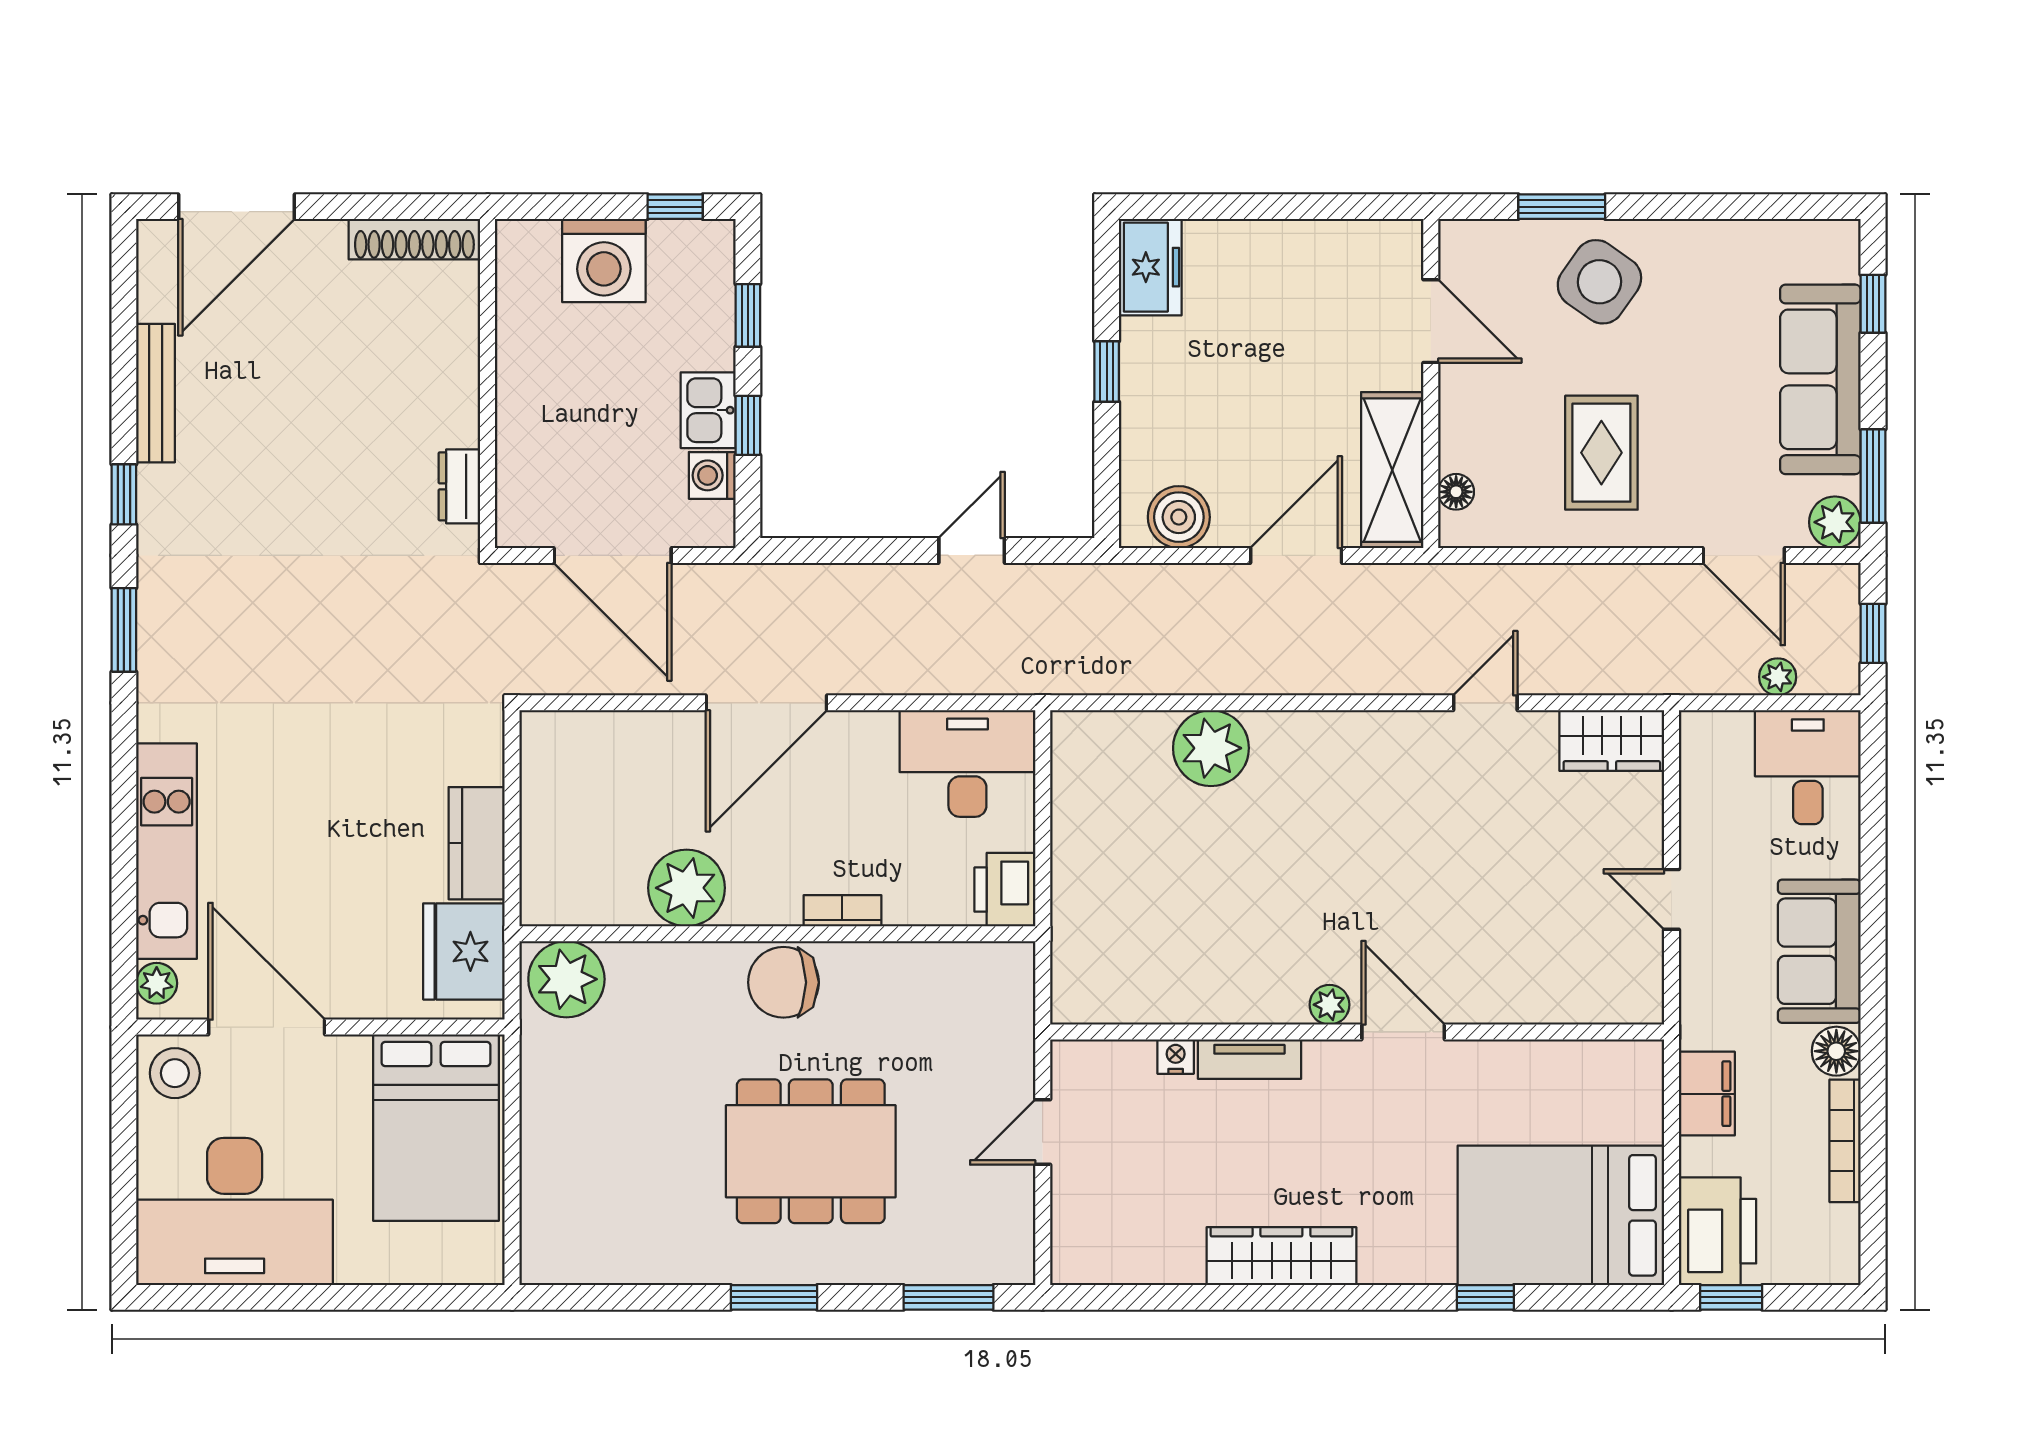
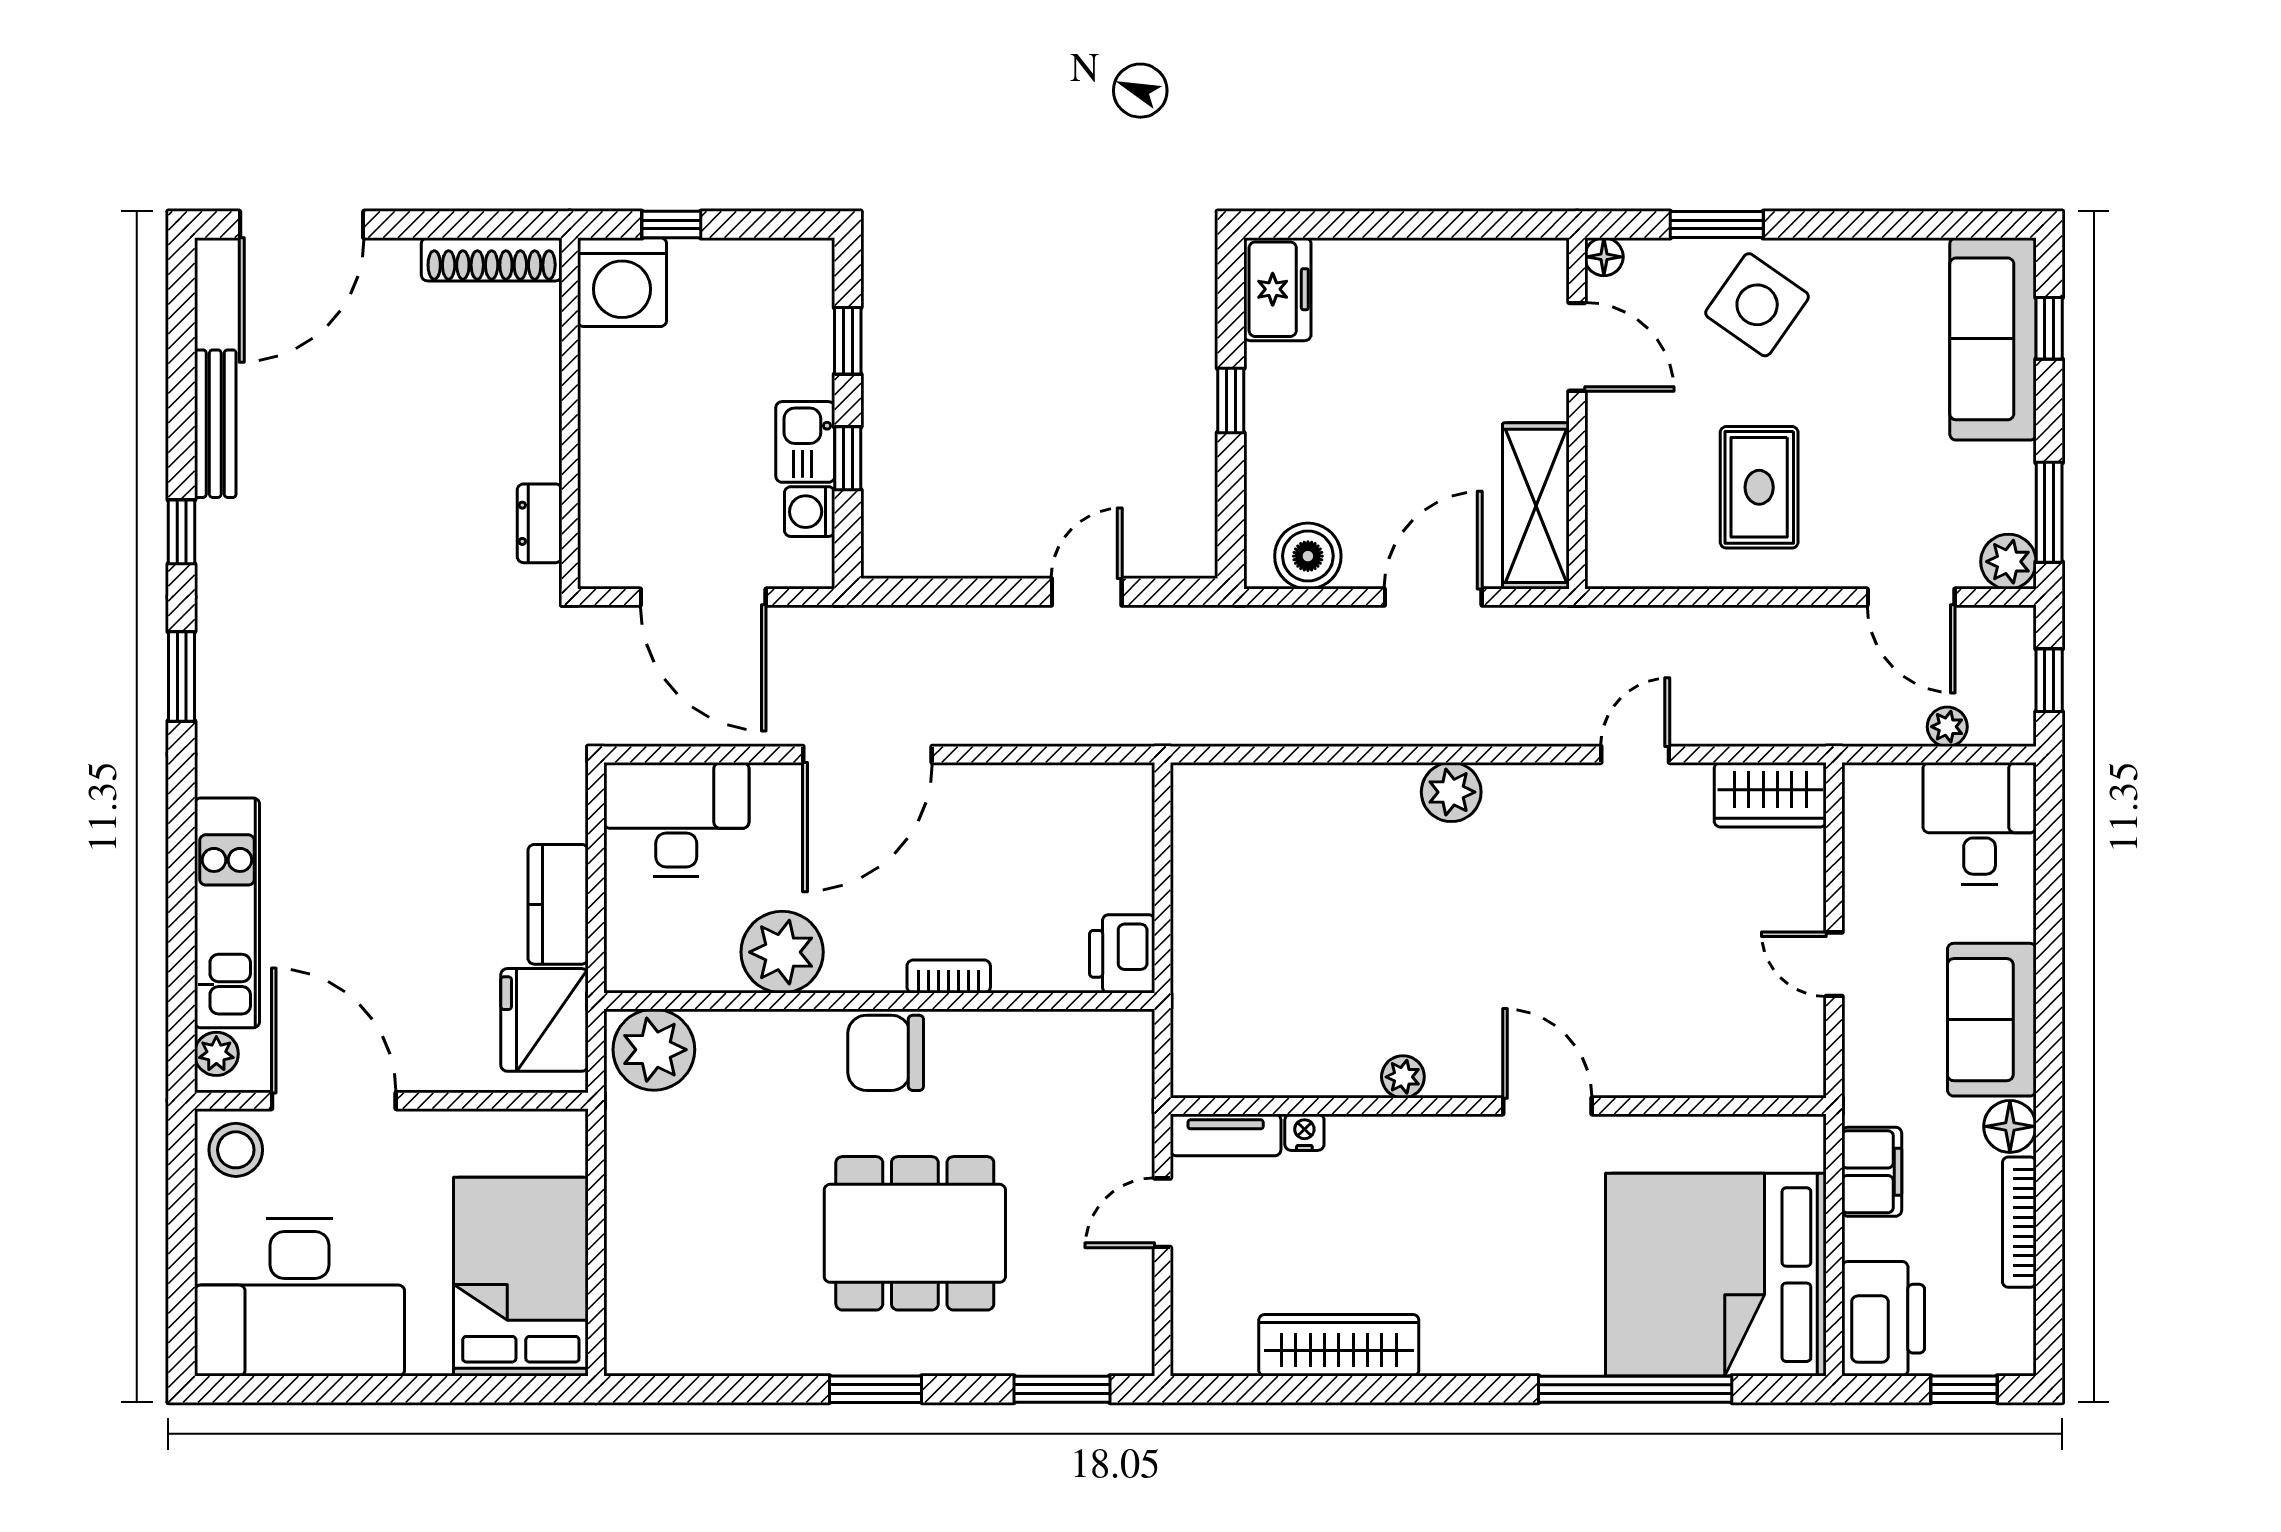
window: (675, 207) -> (671, 225), moved
washing machine: (604, 261) -> (622, 282), moved
sofa: (1820, 379) -> (1993, 339), moved
floor lamp: (1456, 492) -> (1604, 257), moved
plant: (1211, 748) -> (1451, 792), moved, width x0.73, depth x0.73
desk: (967, 764) -> (676, 819), moved
plant: (1329, 1005) -> (1403, 1077), moved
tv unit: (1249, 1059) -> (1226, 1135), moved
bed: (436, 1128) -> (521, 1277), moved, turned 180
bed: (1561, 1215) -> (1716, 1275), width x1.36
wardrobe: (1281, 1256) -> (1339, 1345), moved
window: (1485, 1297) -> (1635, 1389), width x3.17
window: (1731, 1297) -> (1964, 1389), moved

